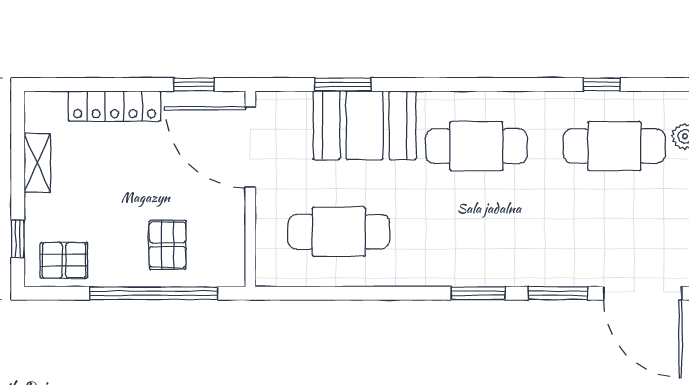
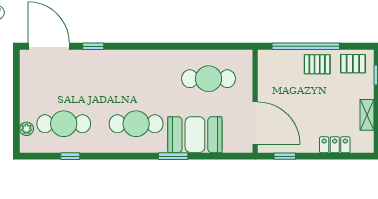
window: (343, 84) -> (173, 156), moved
locker: (115, 106) -> (335, 145), width x0.66
pallet: (168, 245) -> (317, 64), moved, turned 90
window: (478, 293) -> (135, 46), removed
window: (558, 293) -> (93, 46), width x0.67

